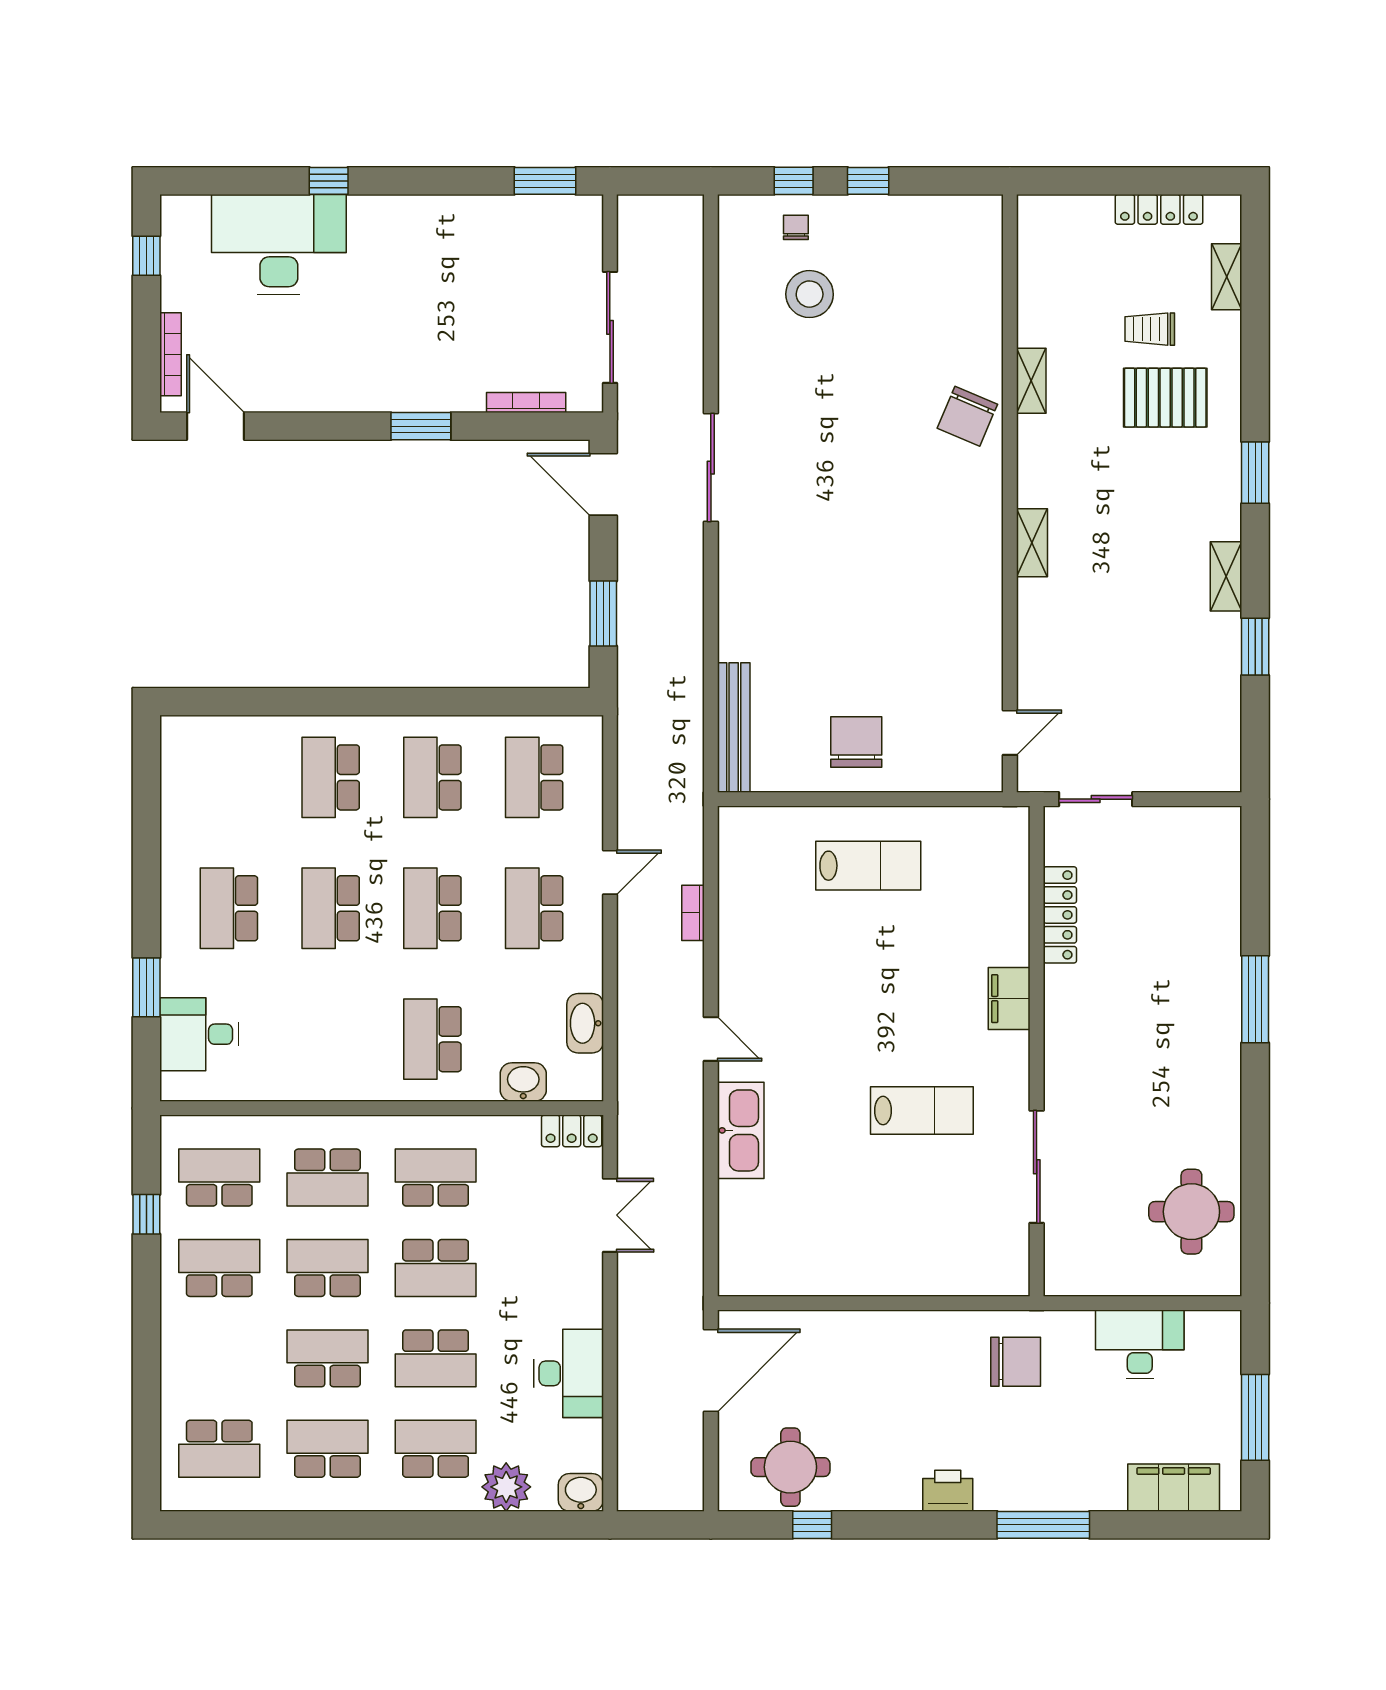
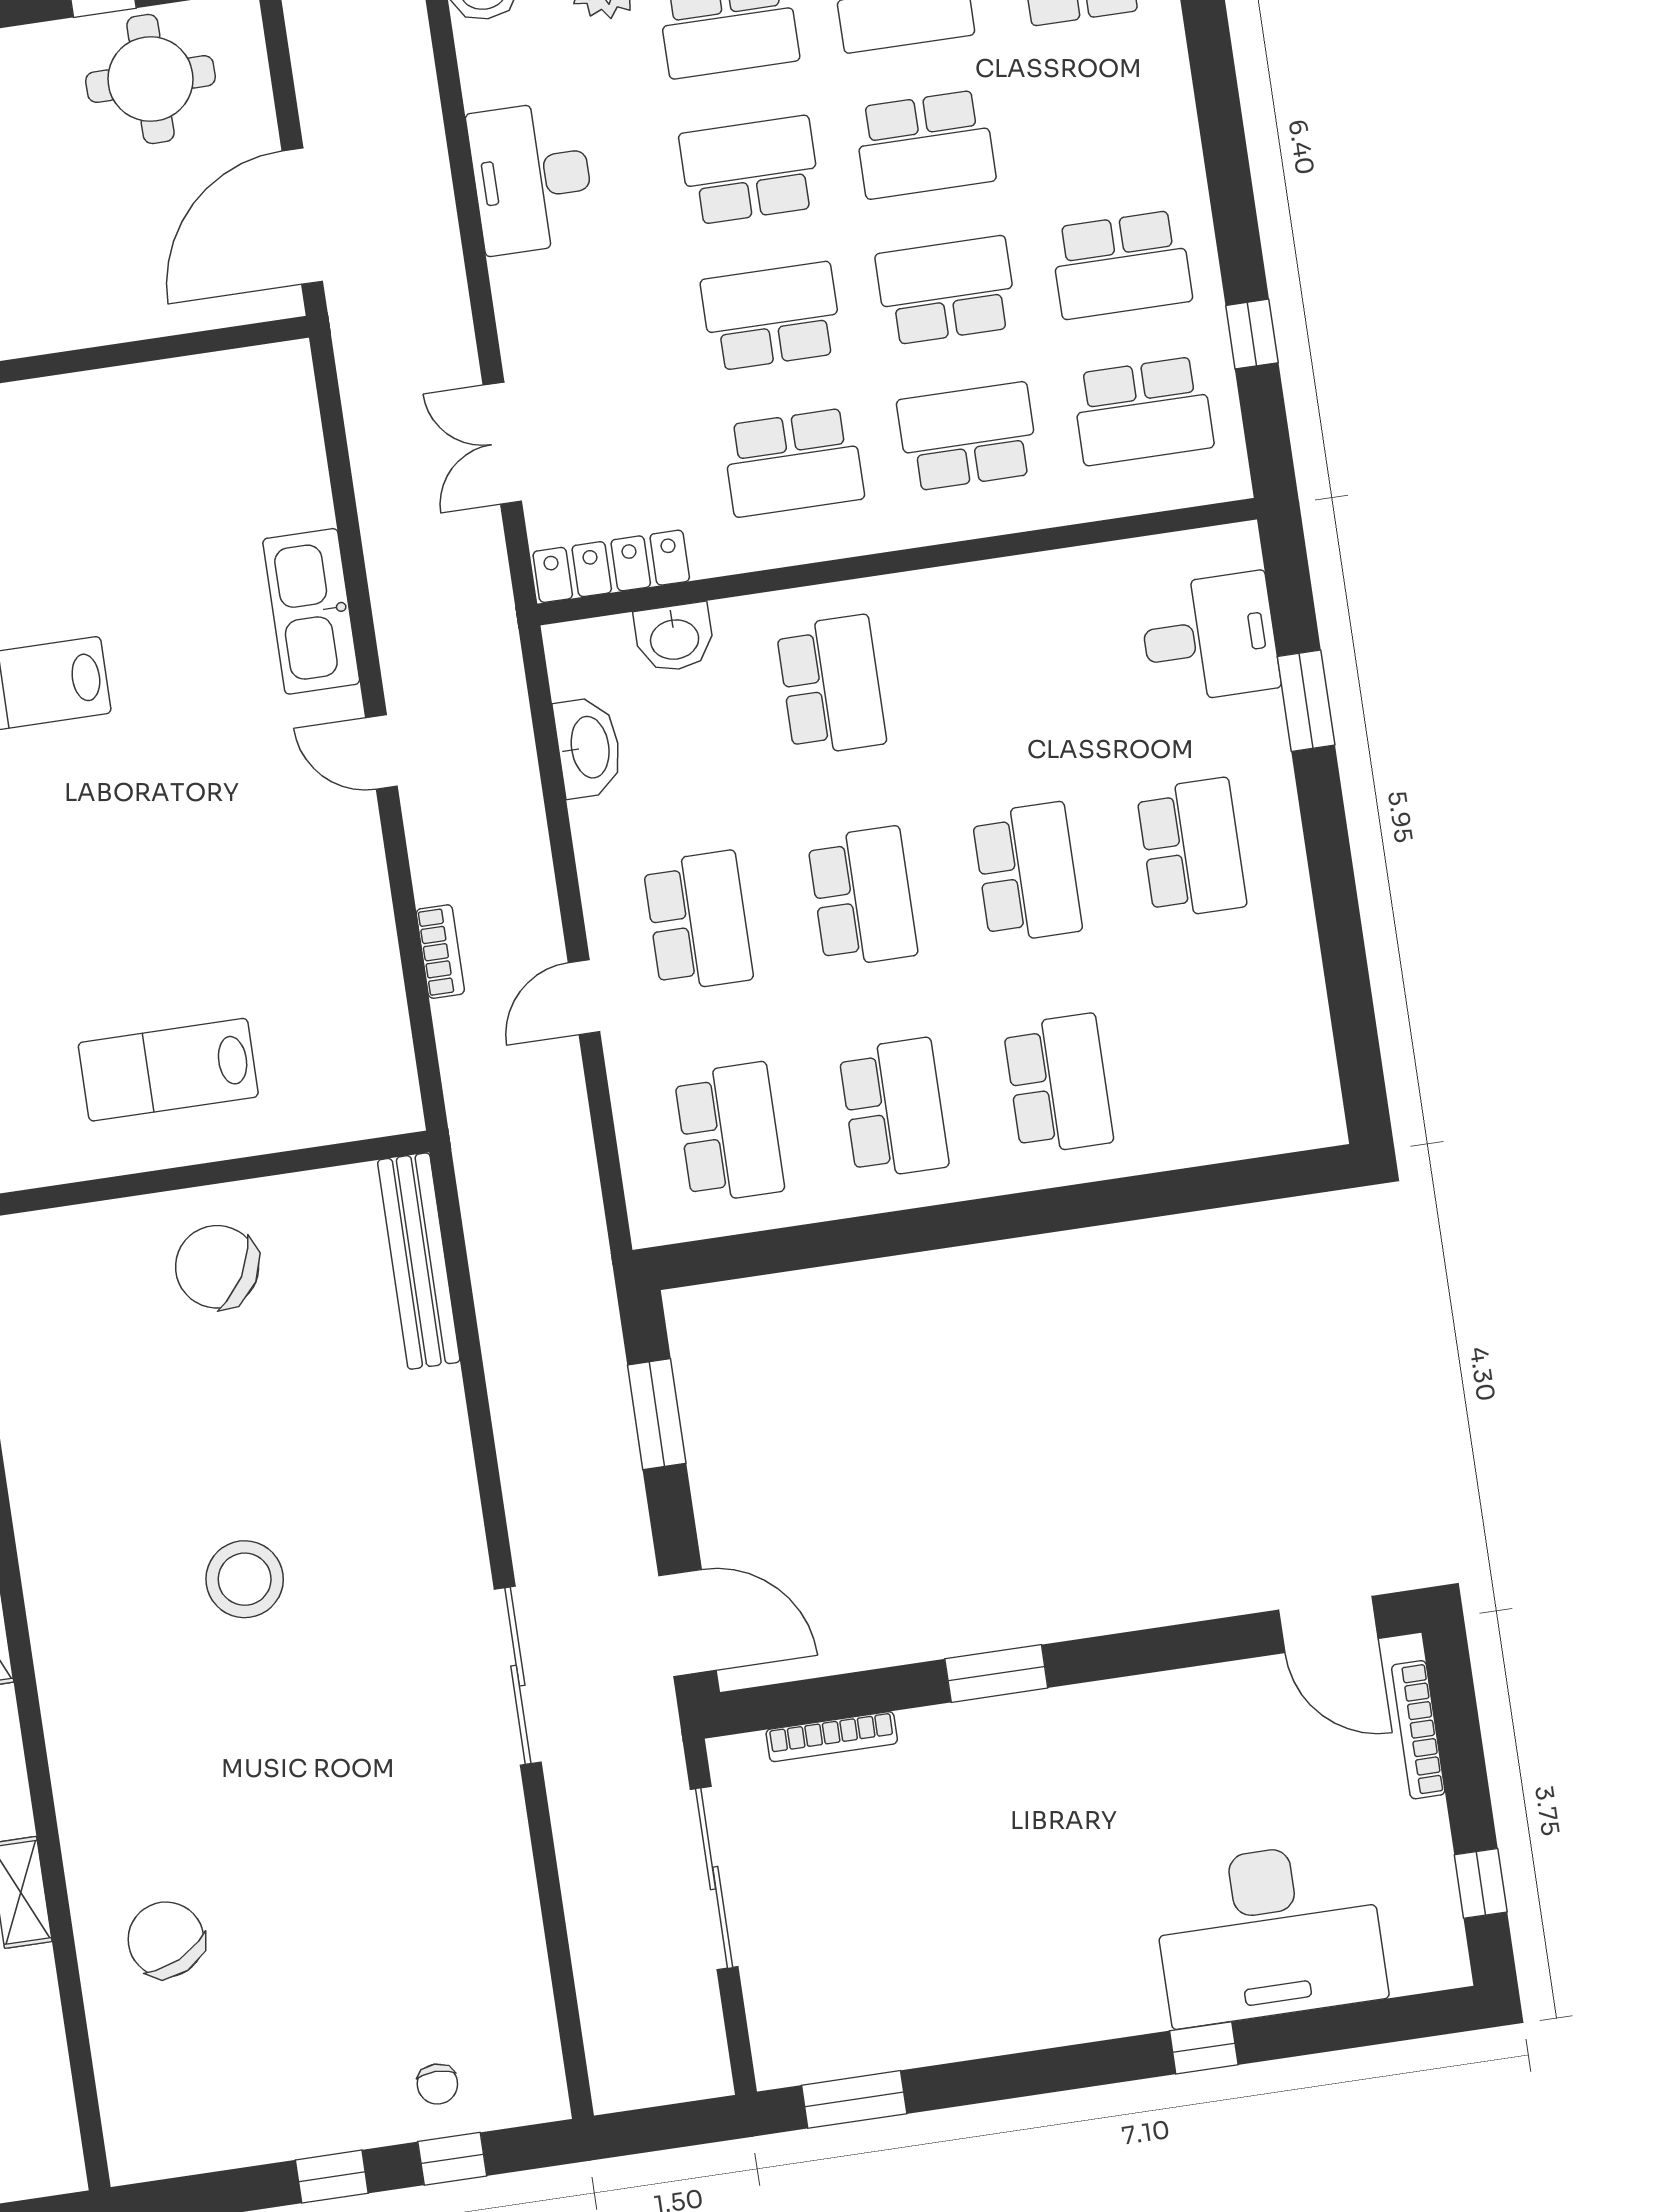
stool: (810, 294) -> (245, 1579), moved
chair: (967, 416) -> (166, 1940), moved, turned -49
chair: (856, 742) -> (217, 1267), turned 120
locker: (572, 1131) -> (611, 566), width x1.53
school desk: (327, 1268) -> (946, 290), turned 180

